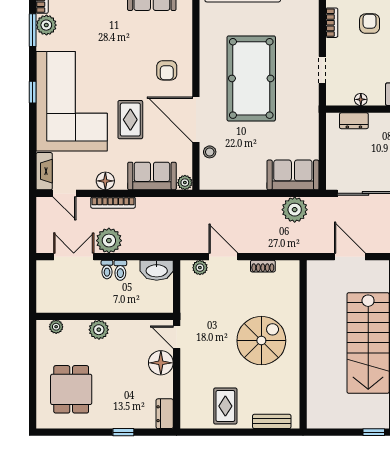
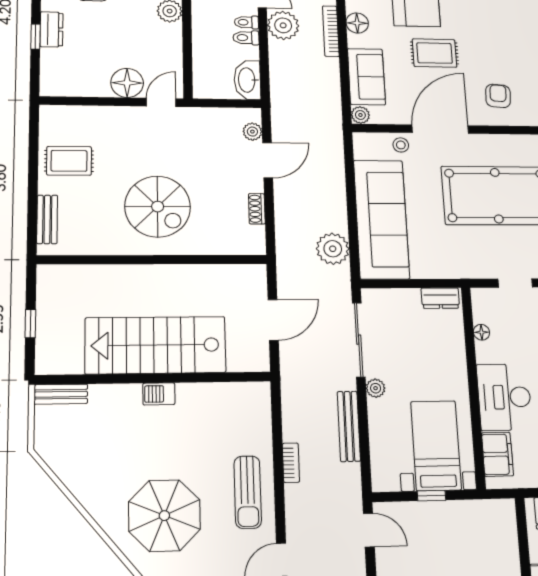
armchair: (167, 70) -> (498, 96), turned 94
dresser: (354, 121) -> (440, 298), moved, turned -90
sofa: (293, 175) -> (381, 219), width x1.85, depth x1.27
dresser: (165, 414) -> (51, 29), moved, turned 90
window: (374, 432) -> (30, 324), moved

